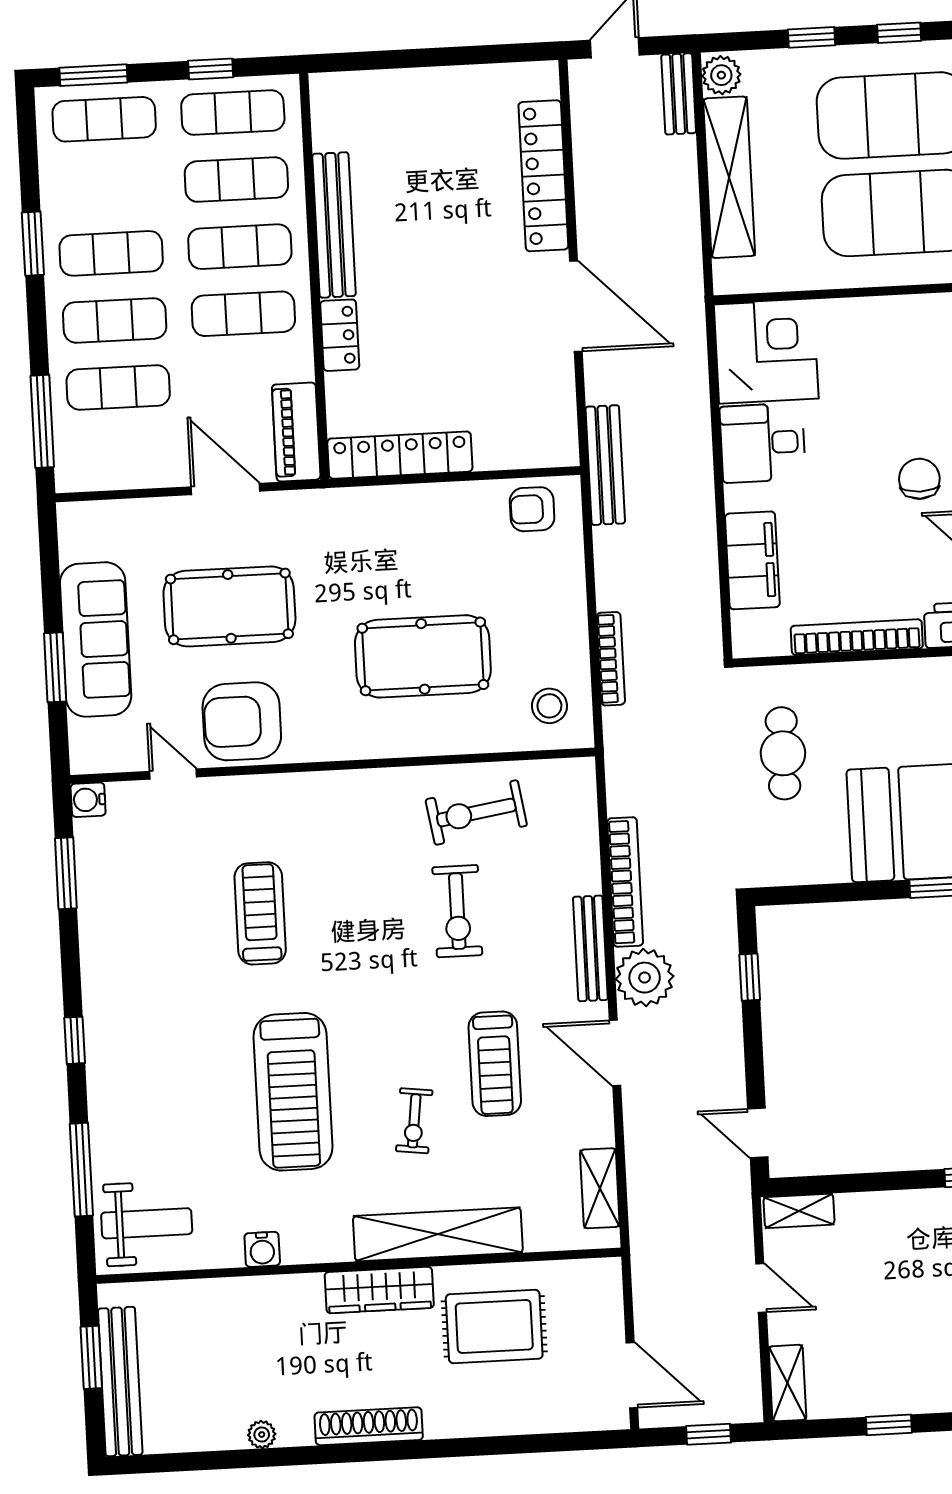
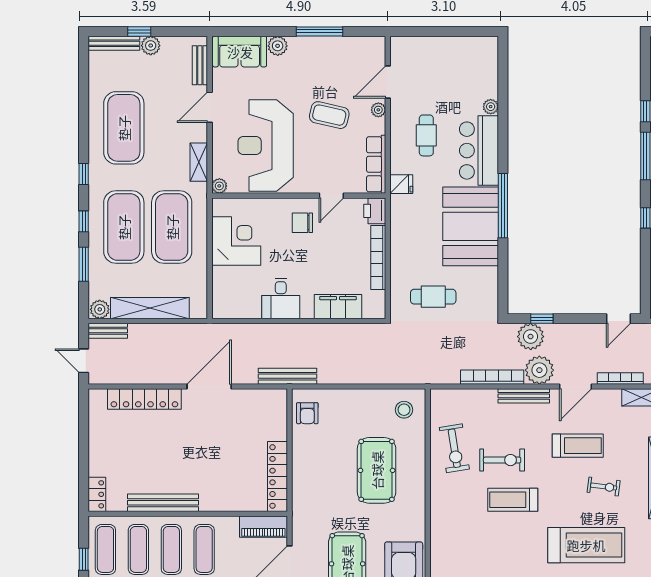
window: (812, 37) -> (84, 264), width x1.50
locker: (340, 335) -> (97, 494), moved, turned 90
corner desk: (766, 352) -> (236, 241), moved, turned 90
bookcase: (611, 659) -> (620, 378), moved
treadmill: (260, 913) -> (513, 500), moved
plant: (712, 956) -> (531, 337), added

